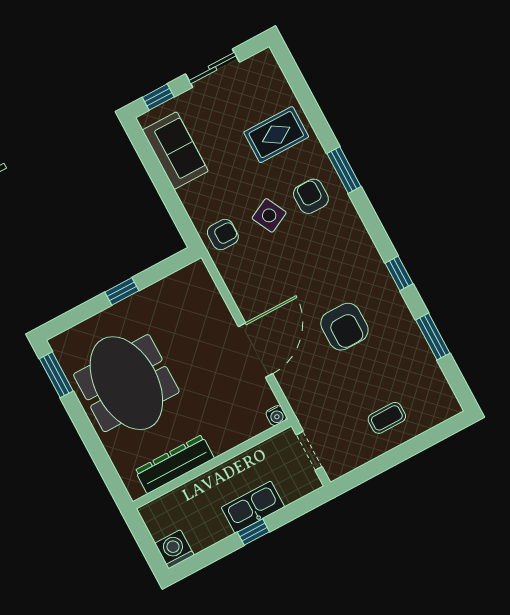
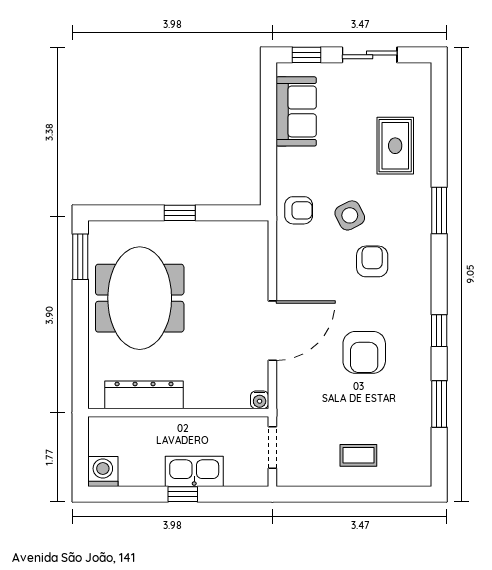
rug: (276, 135) -> (395, 146), turned 90
armchair: (311, 196) -> (372, 261), moved

